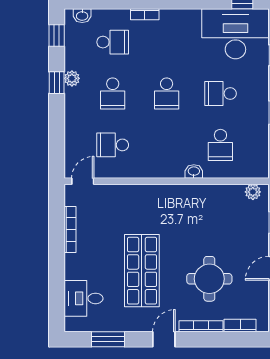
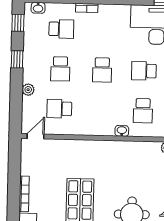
plant: (72, 78) -> (28, 90), moved
bookcase: (70, 230) -> (24, 194), moved

